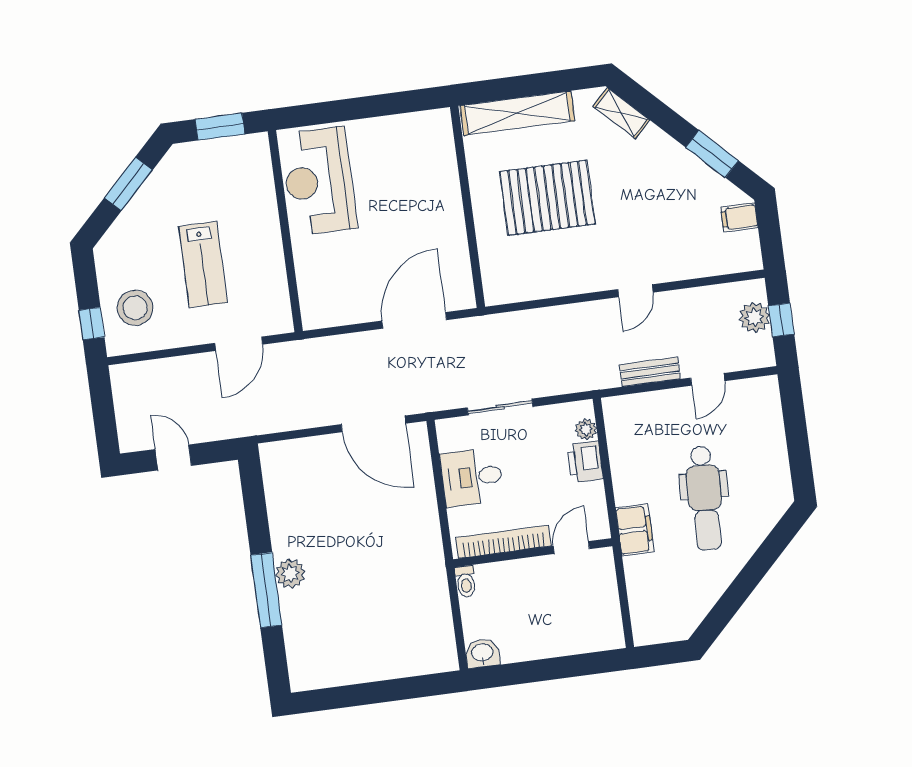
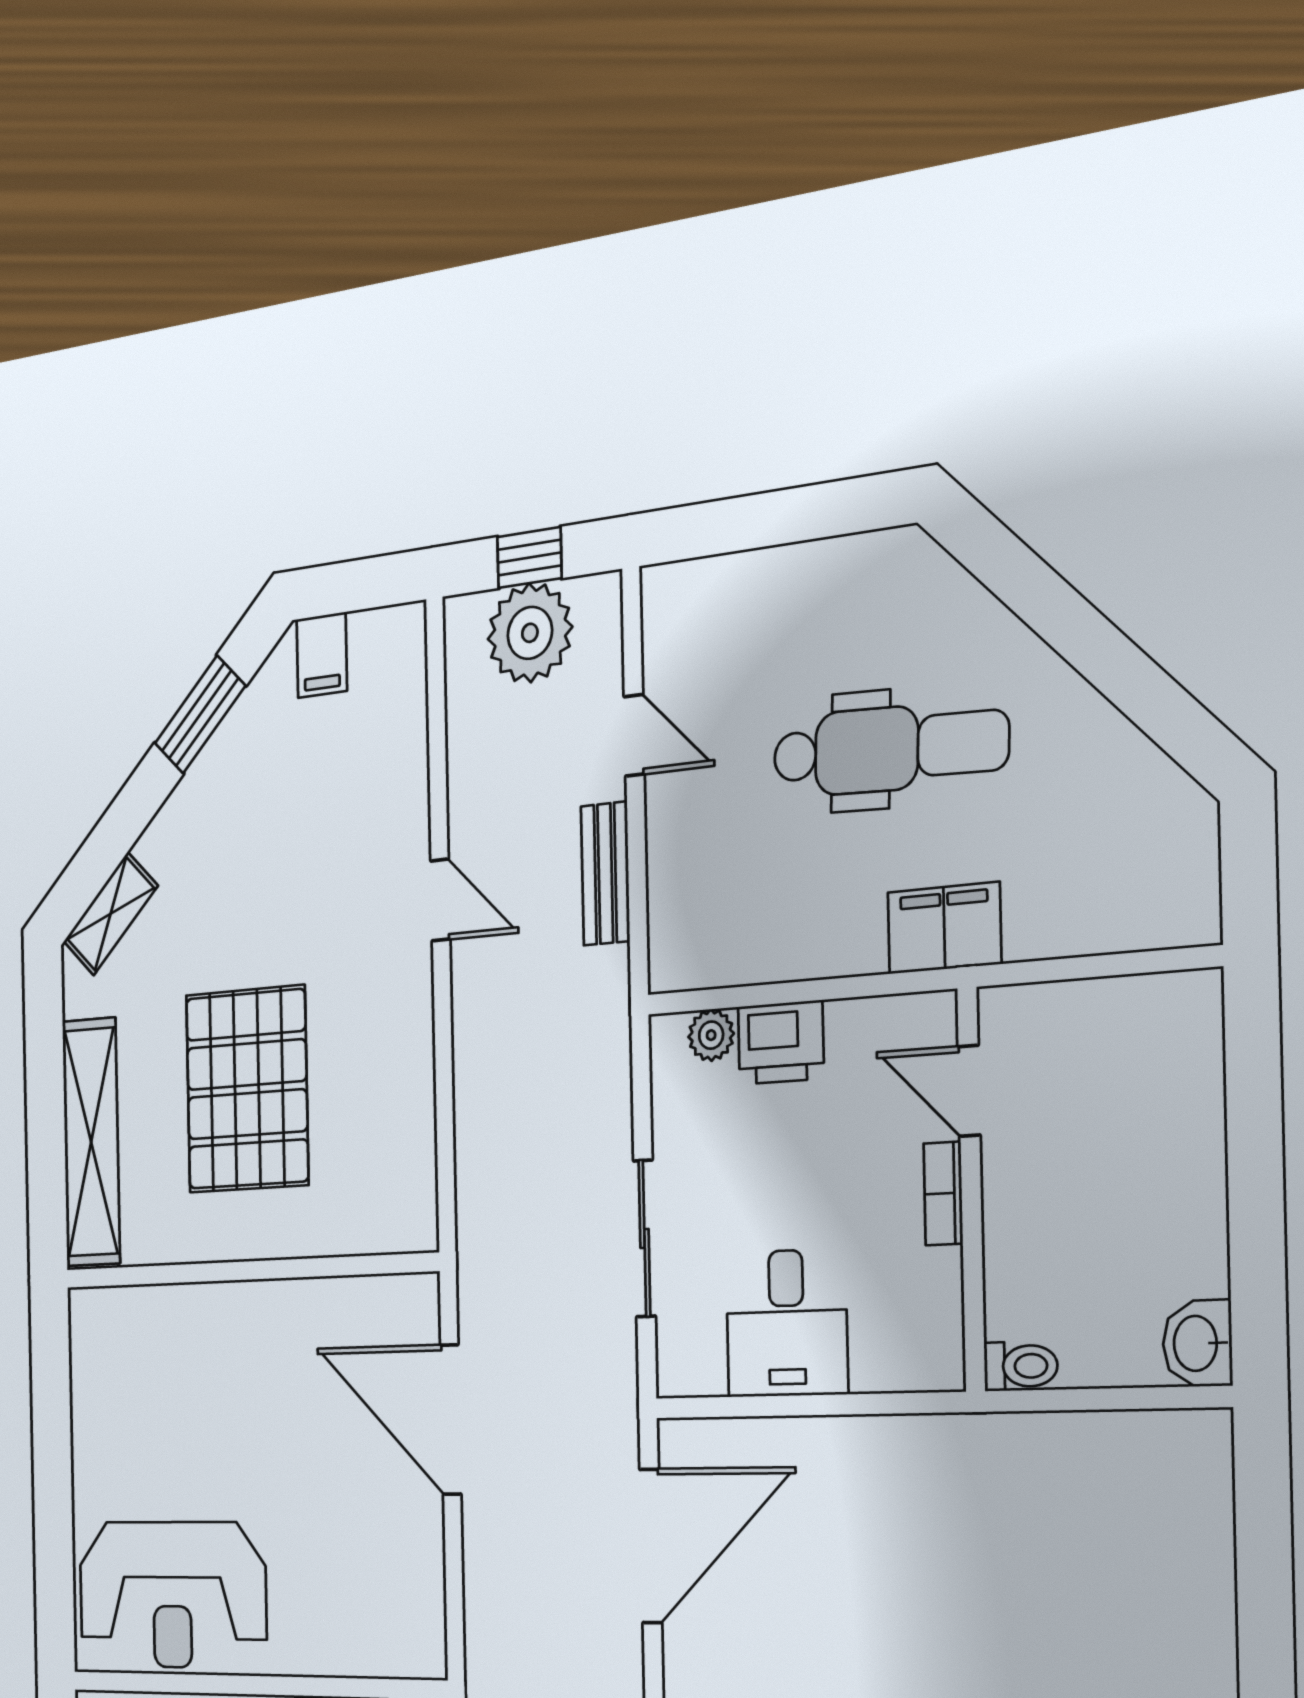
plant: (754, 317) -> (530, 633), width x1.36, depth x1.36
bookcase: (503, 542) -> (943, 1193), width x0.43, depth x0.76

